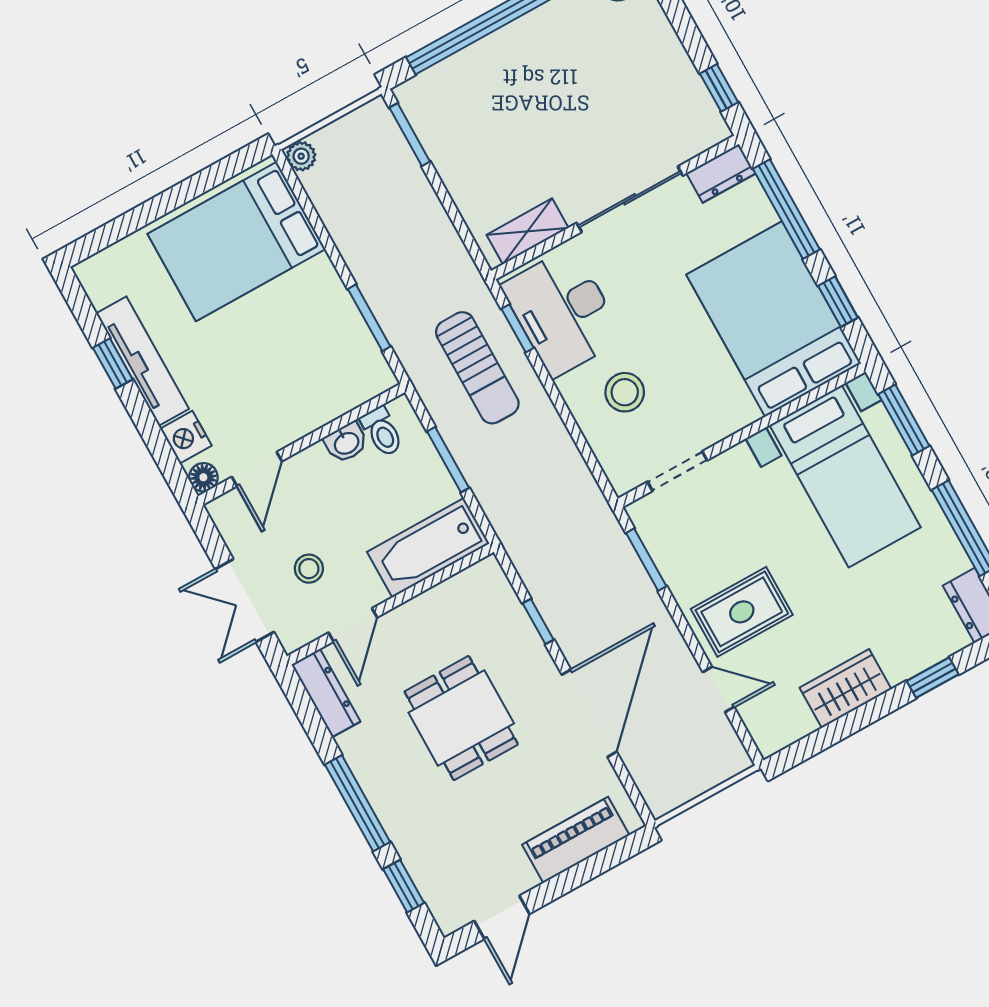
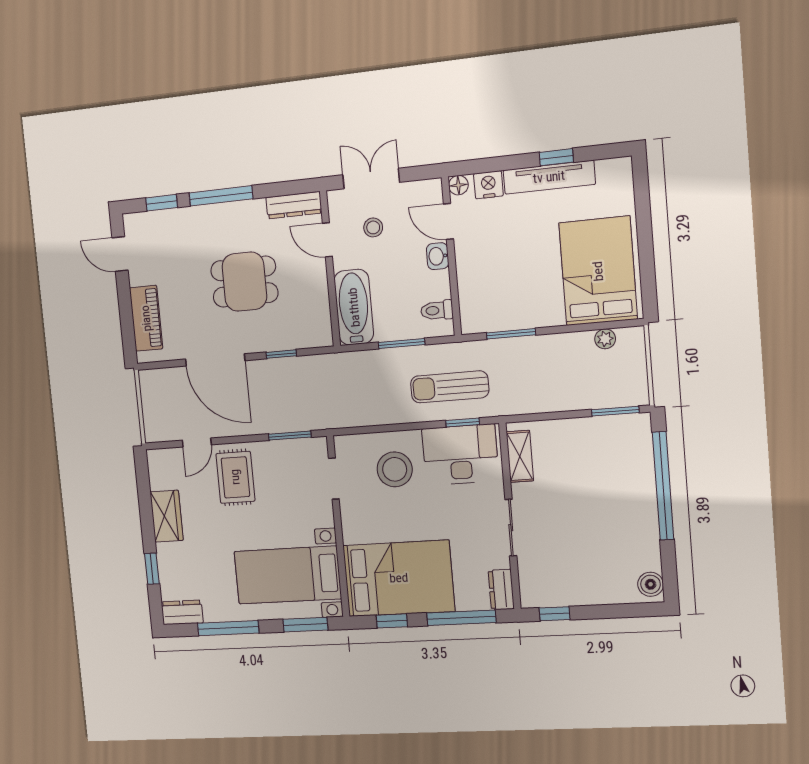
plant: (301, 156) -> (605, 339), moved
sliding door: (630, 199) -> (511, 528), width x0.73
stool: (625, 392) -> (395, 469), width x1.38, depth x1.38
washbasin: (346, 443) -> (438, 256), moved

